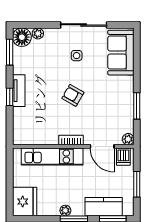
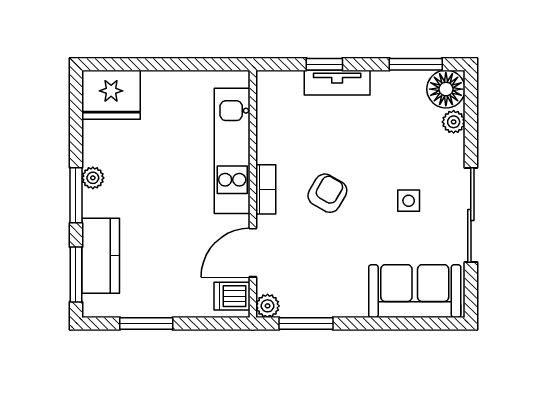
plant: (128, 139) -> (268, 306), moved
bookcase: (71, 140) -> (266, 189), moved
wall: (73, 146) -> (253, 194), moved
door: (102, 146) -> (253, 253), moved
kitchen unit: (52, 157) -> (232, 151), moved
dishwasher: (123, 157) -> (232, 296), moved

